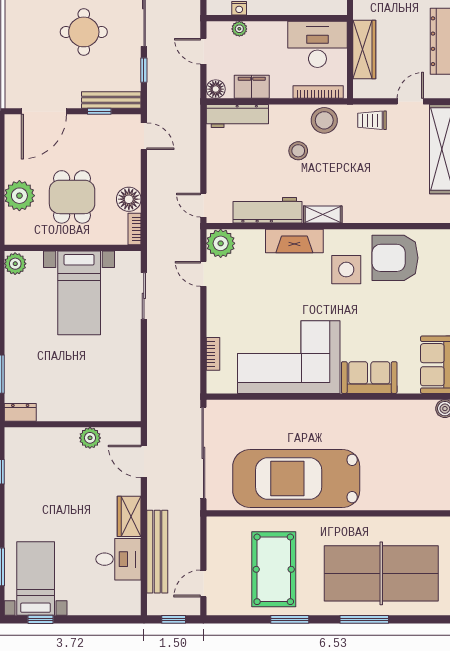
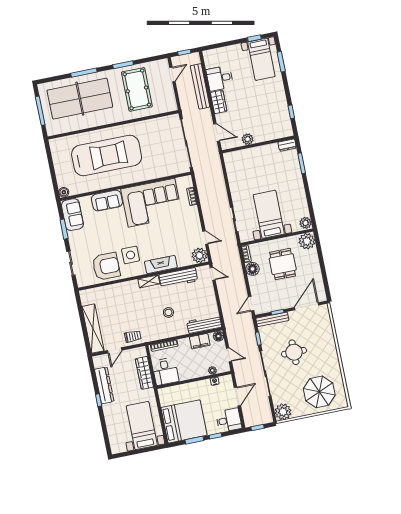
desk: (317, 44) -> (165, 371), width x0.73
stool: (324, 120) -> (158, 331), removed
door: (144, 136) -> (251, 304), hinge flipped
plant: (19, 196) -> (307, 241), moved
car: (296, 478) -> (107, 156), moved

